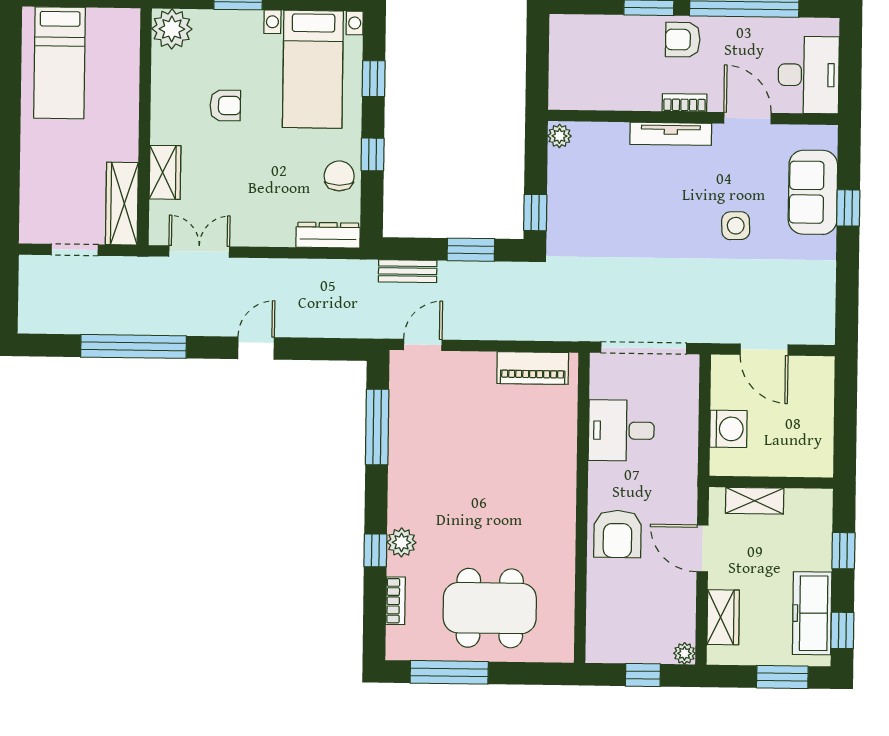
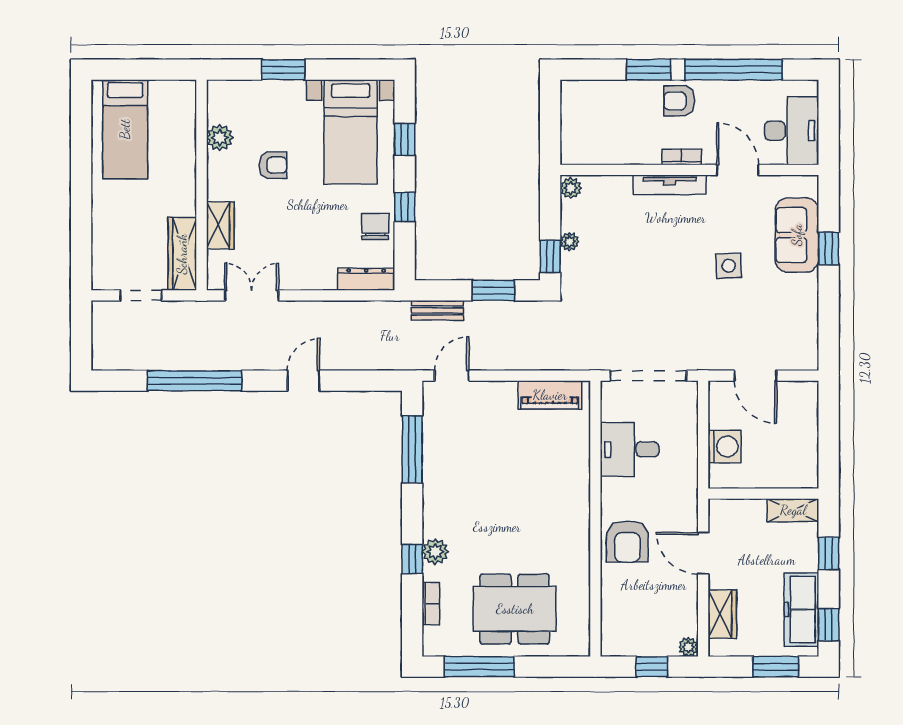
plant: (172, 29) -> (220, 138), moved, width x0.73, depth x0.73
plant: (557, 196) -> (570, 242), added
shelving: (755, 501) -> (793, 510), moved

